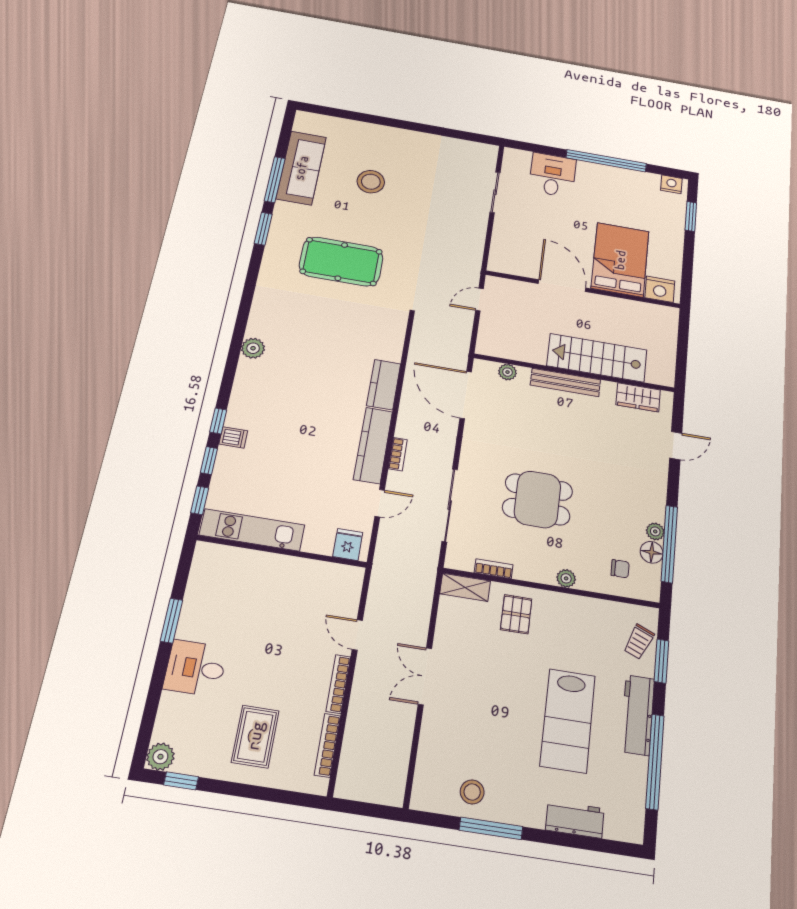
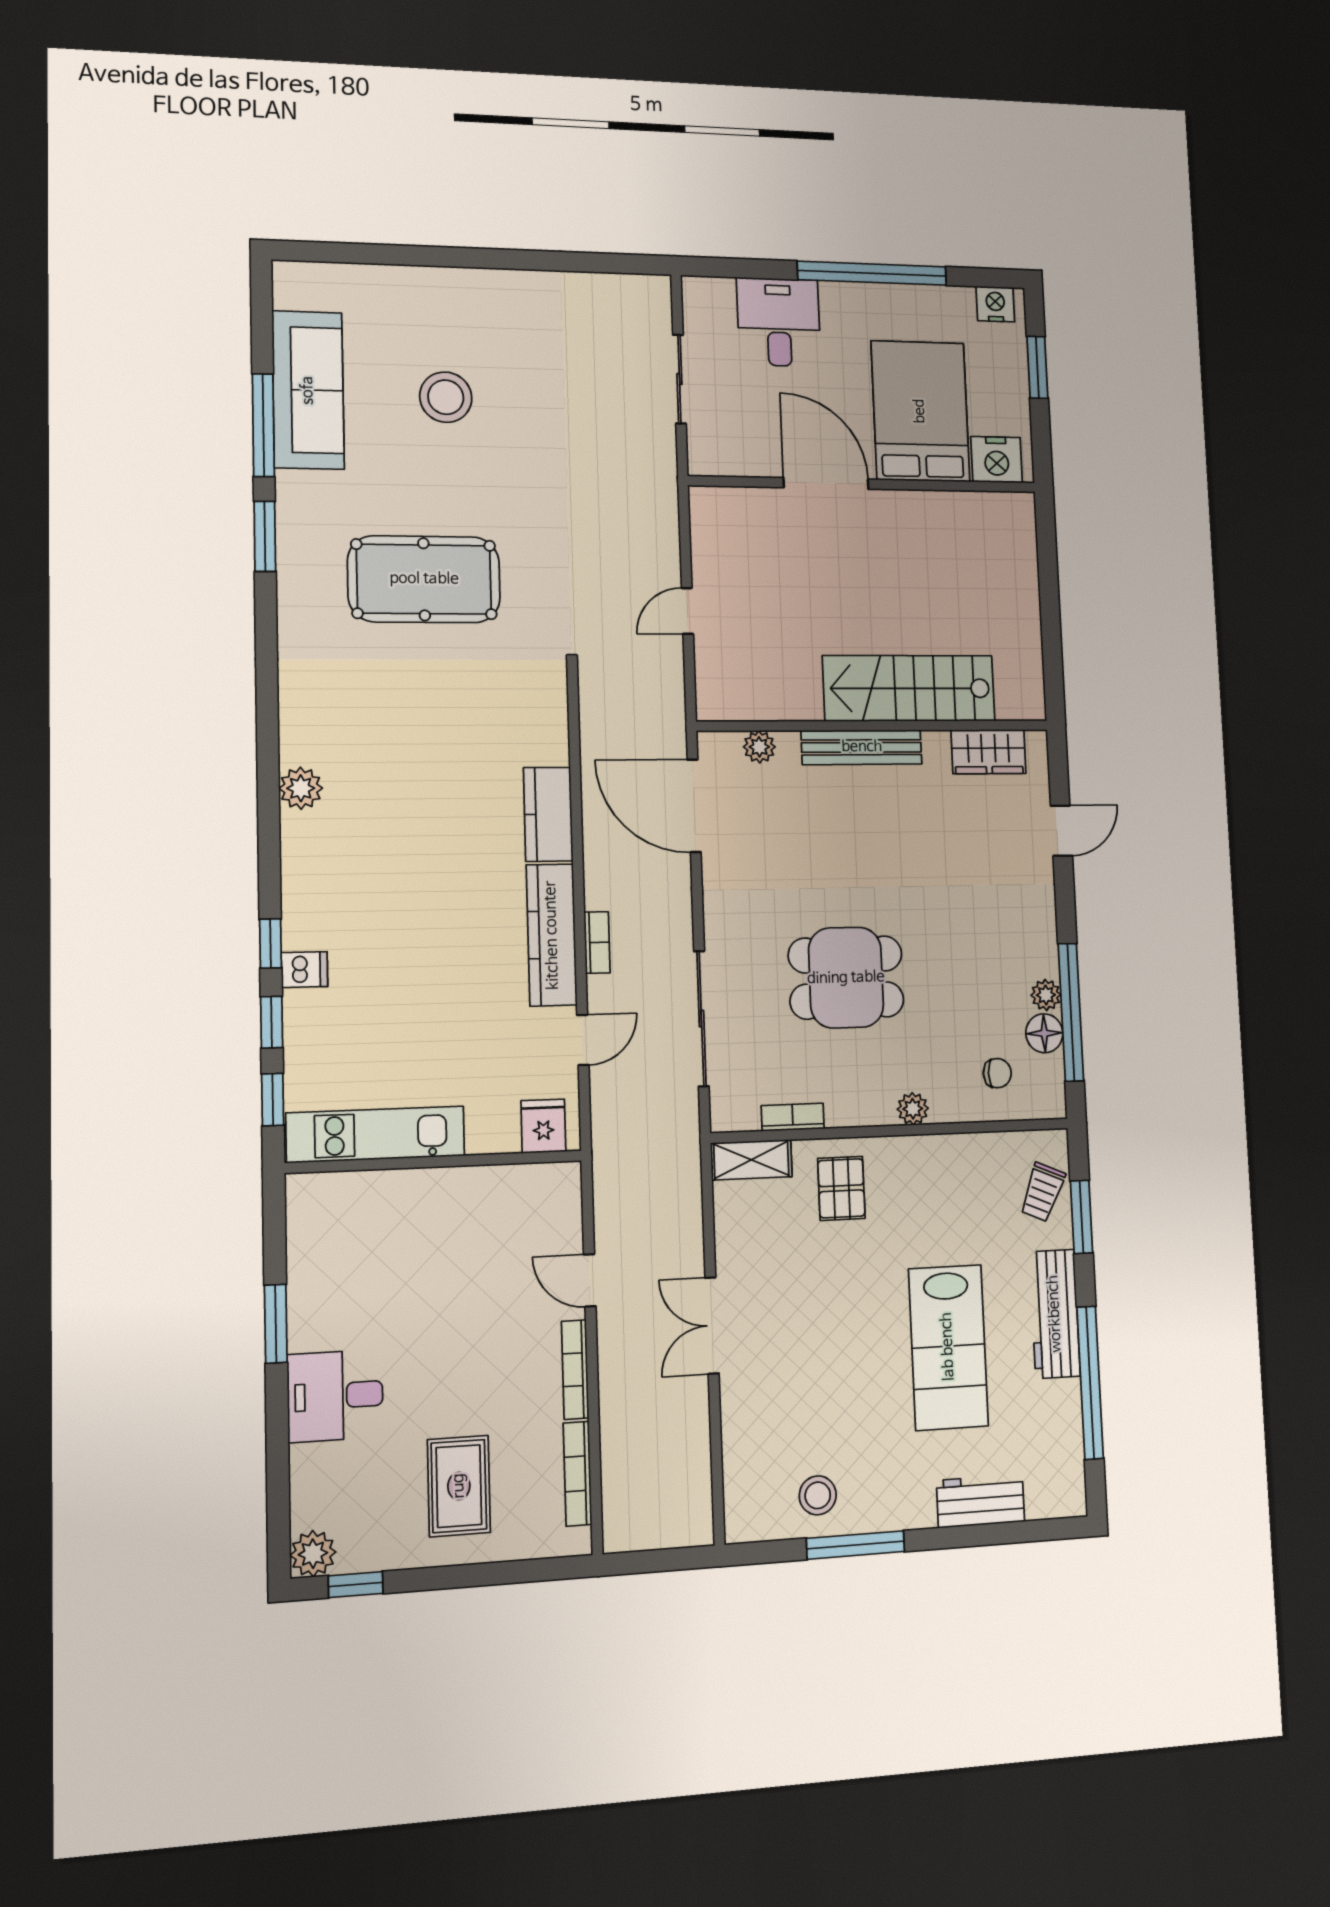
bed: (620, 260) -> (920, 411), moved
door: (562, 286) -> (826, 483), moved
wall: (583, 289) -> (864, 484), moved
nightstand: (660, 289) -> (997, 460), moved

